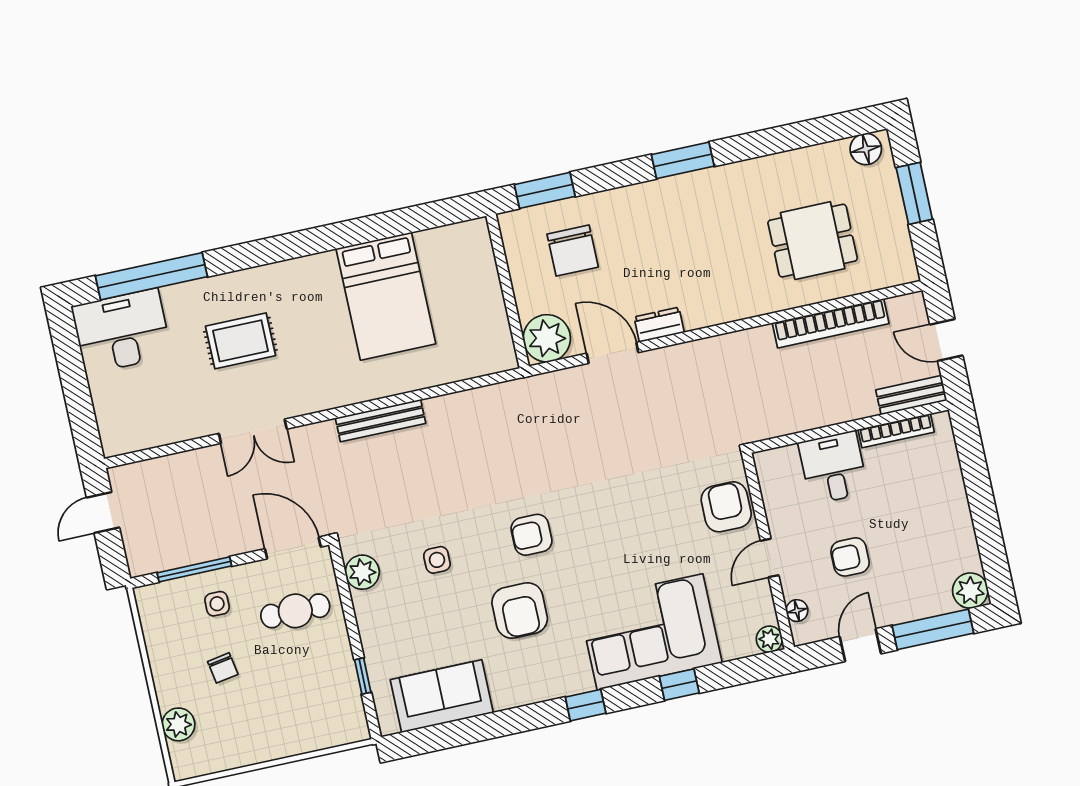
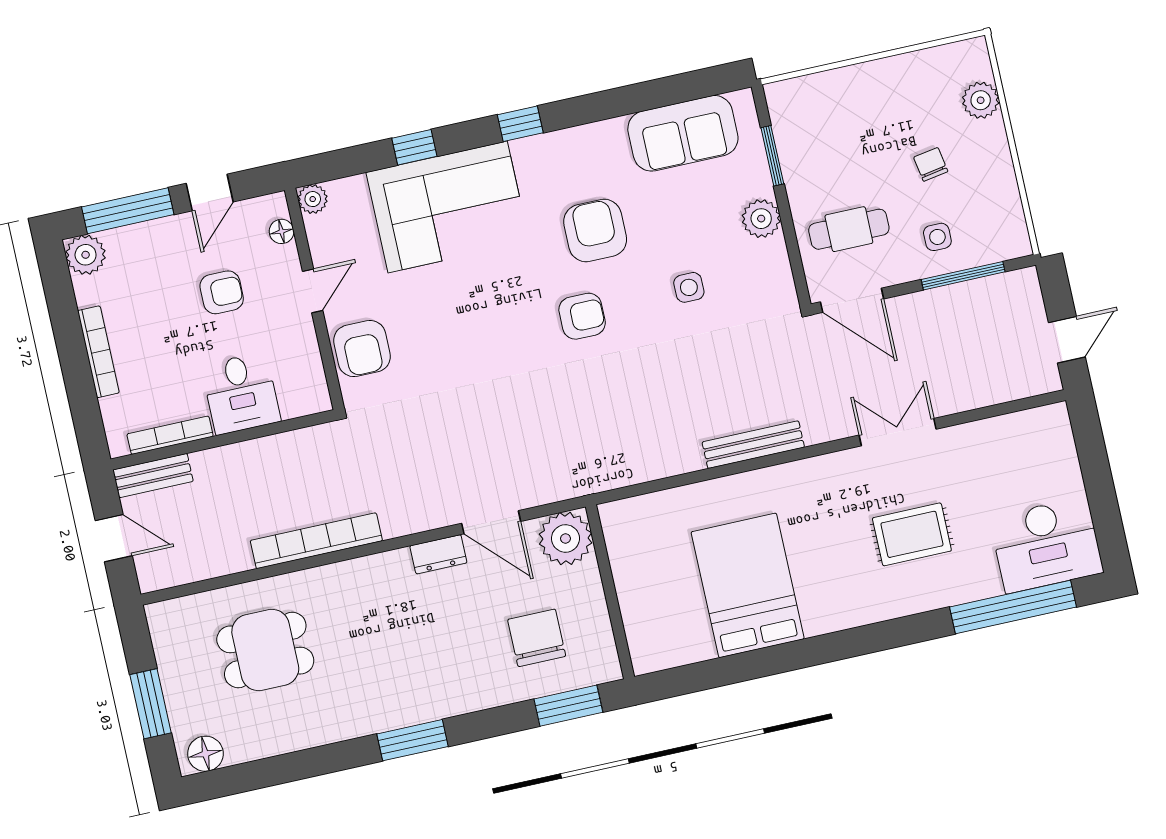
bookcase: (831, 323) -> (316, 541), moved
bookcase: (959, 505) -> (98, 352), added
plant: (362, 572) -> (761, 219), moved
window: (363, 676) -> (772, 156), width x1.50

